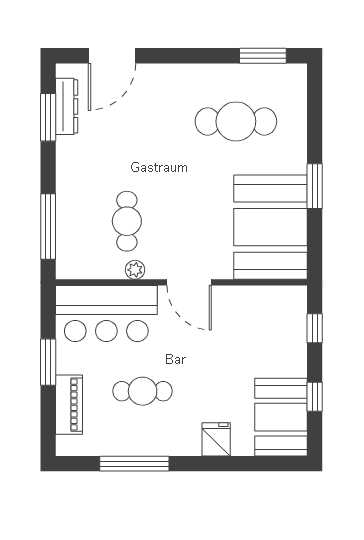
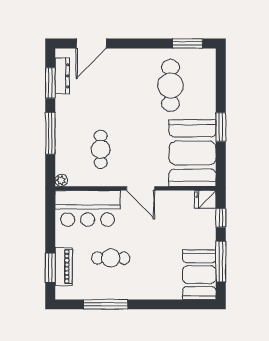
cafe table: (236, 121) -> (170, 85), turned 90
window: (48, 227) -> (50, 133), moved
plant: (135, 270) -> (61, 180), moved
window: (48, 362) -> (50, 268), moved
window: (315, 397) -> (221, 262), width x2.17
fridge: (216, 439) -> (205, 199), moved, turned -90

